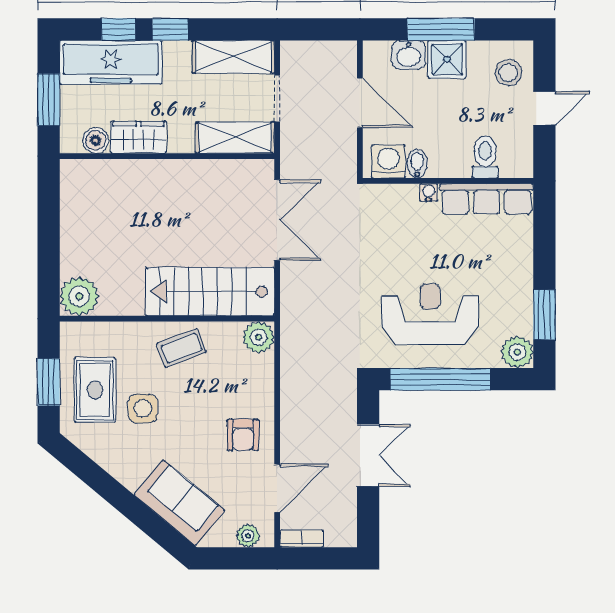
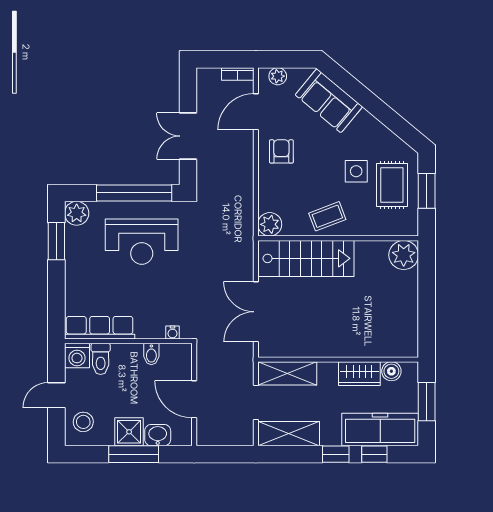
washing machine: (388, 161) -> (77, 356), moved
water cooler: (429, 192) -> (173, 332), moved

